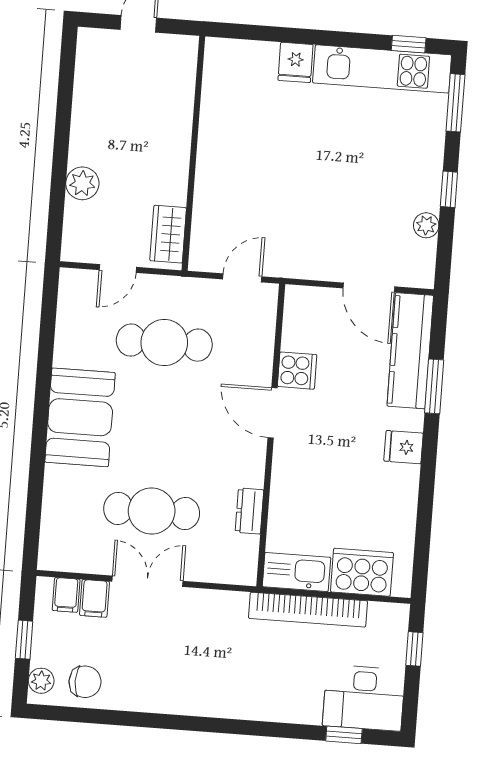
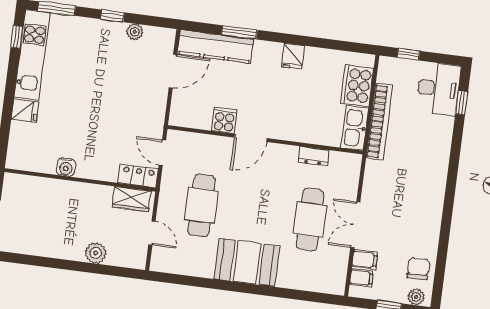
water cooler: (212, 131) -> (66, 167), added
locker: (204, 243) -> (138, 176), added
fridge: (404, 447) -> (293, 56), moved

